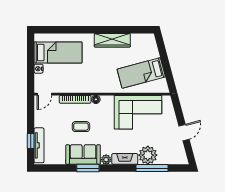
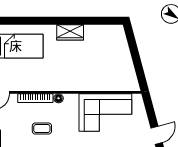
wardrobe: (112, 40) -> (70, 32), width x0.67
bed: (141, 73) -> (109, 69), removed

